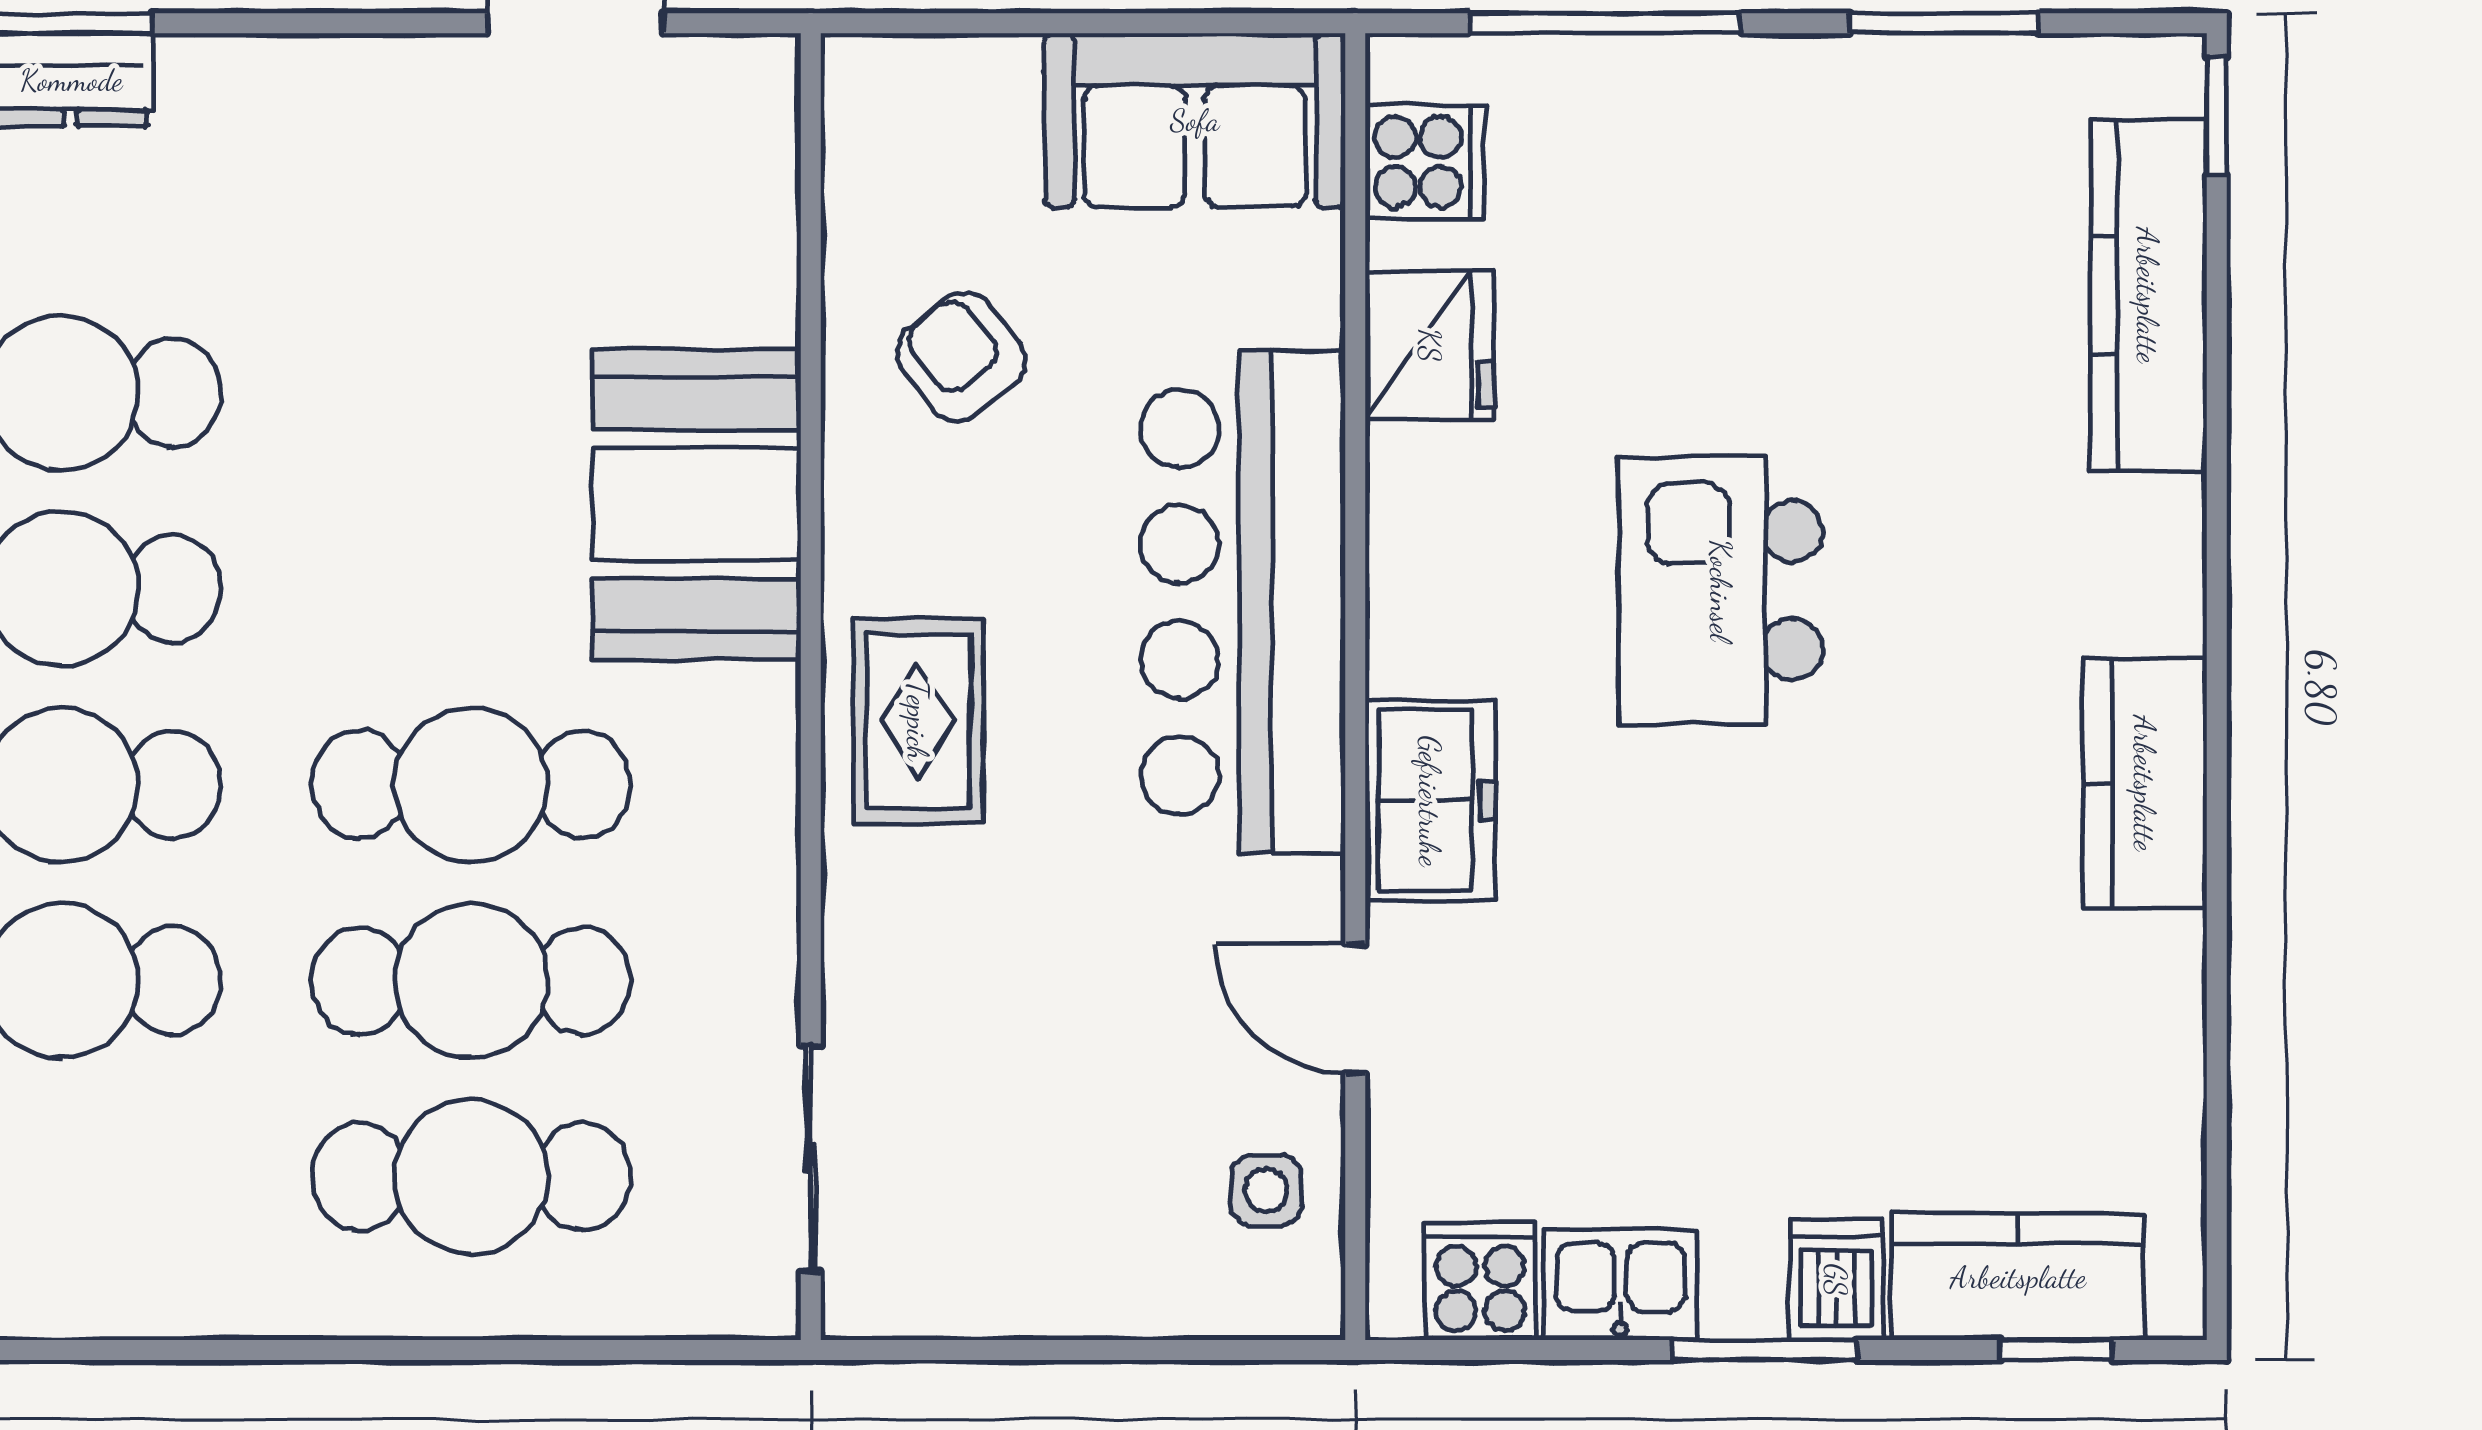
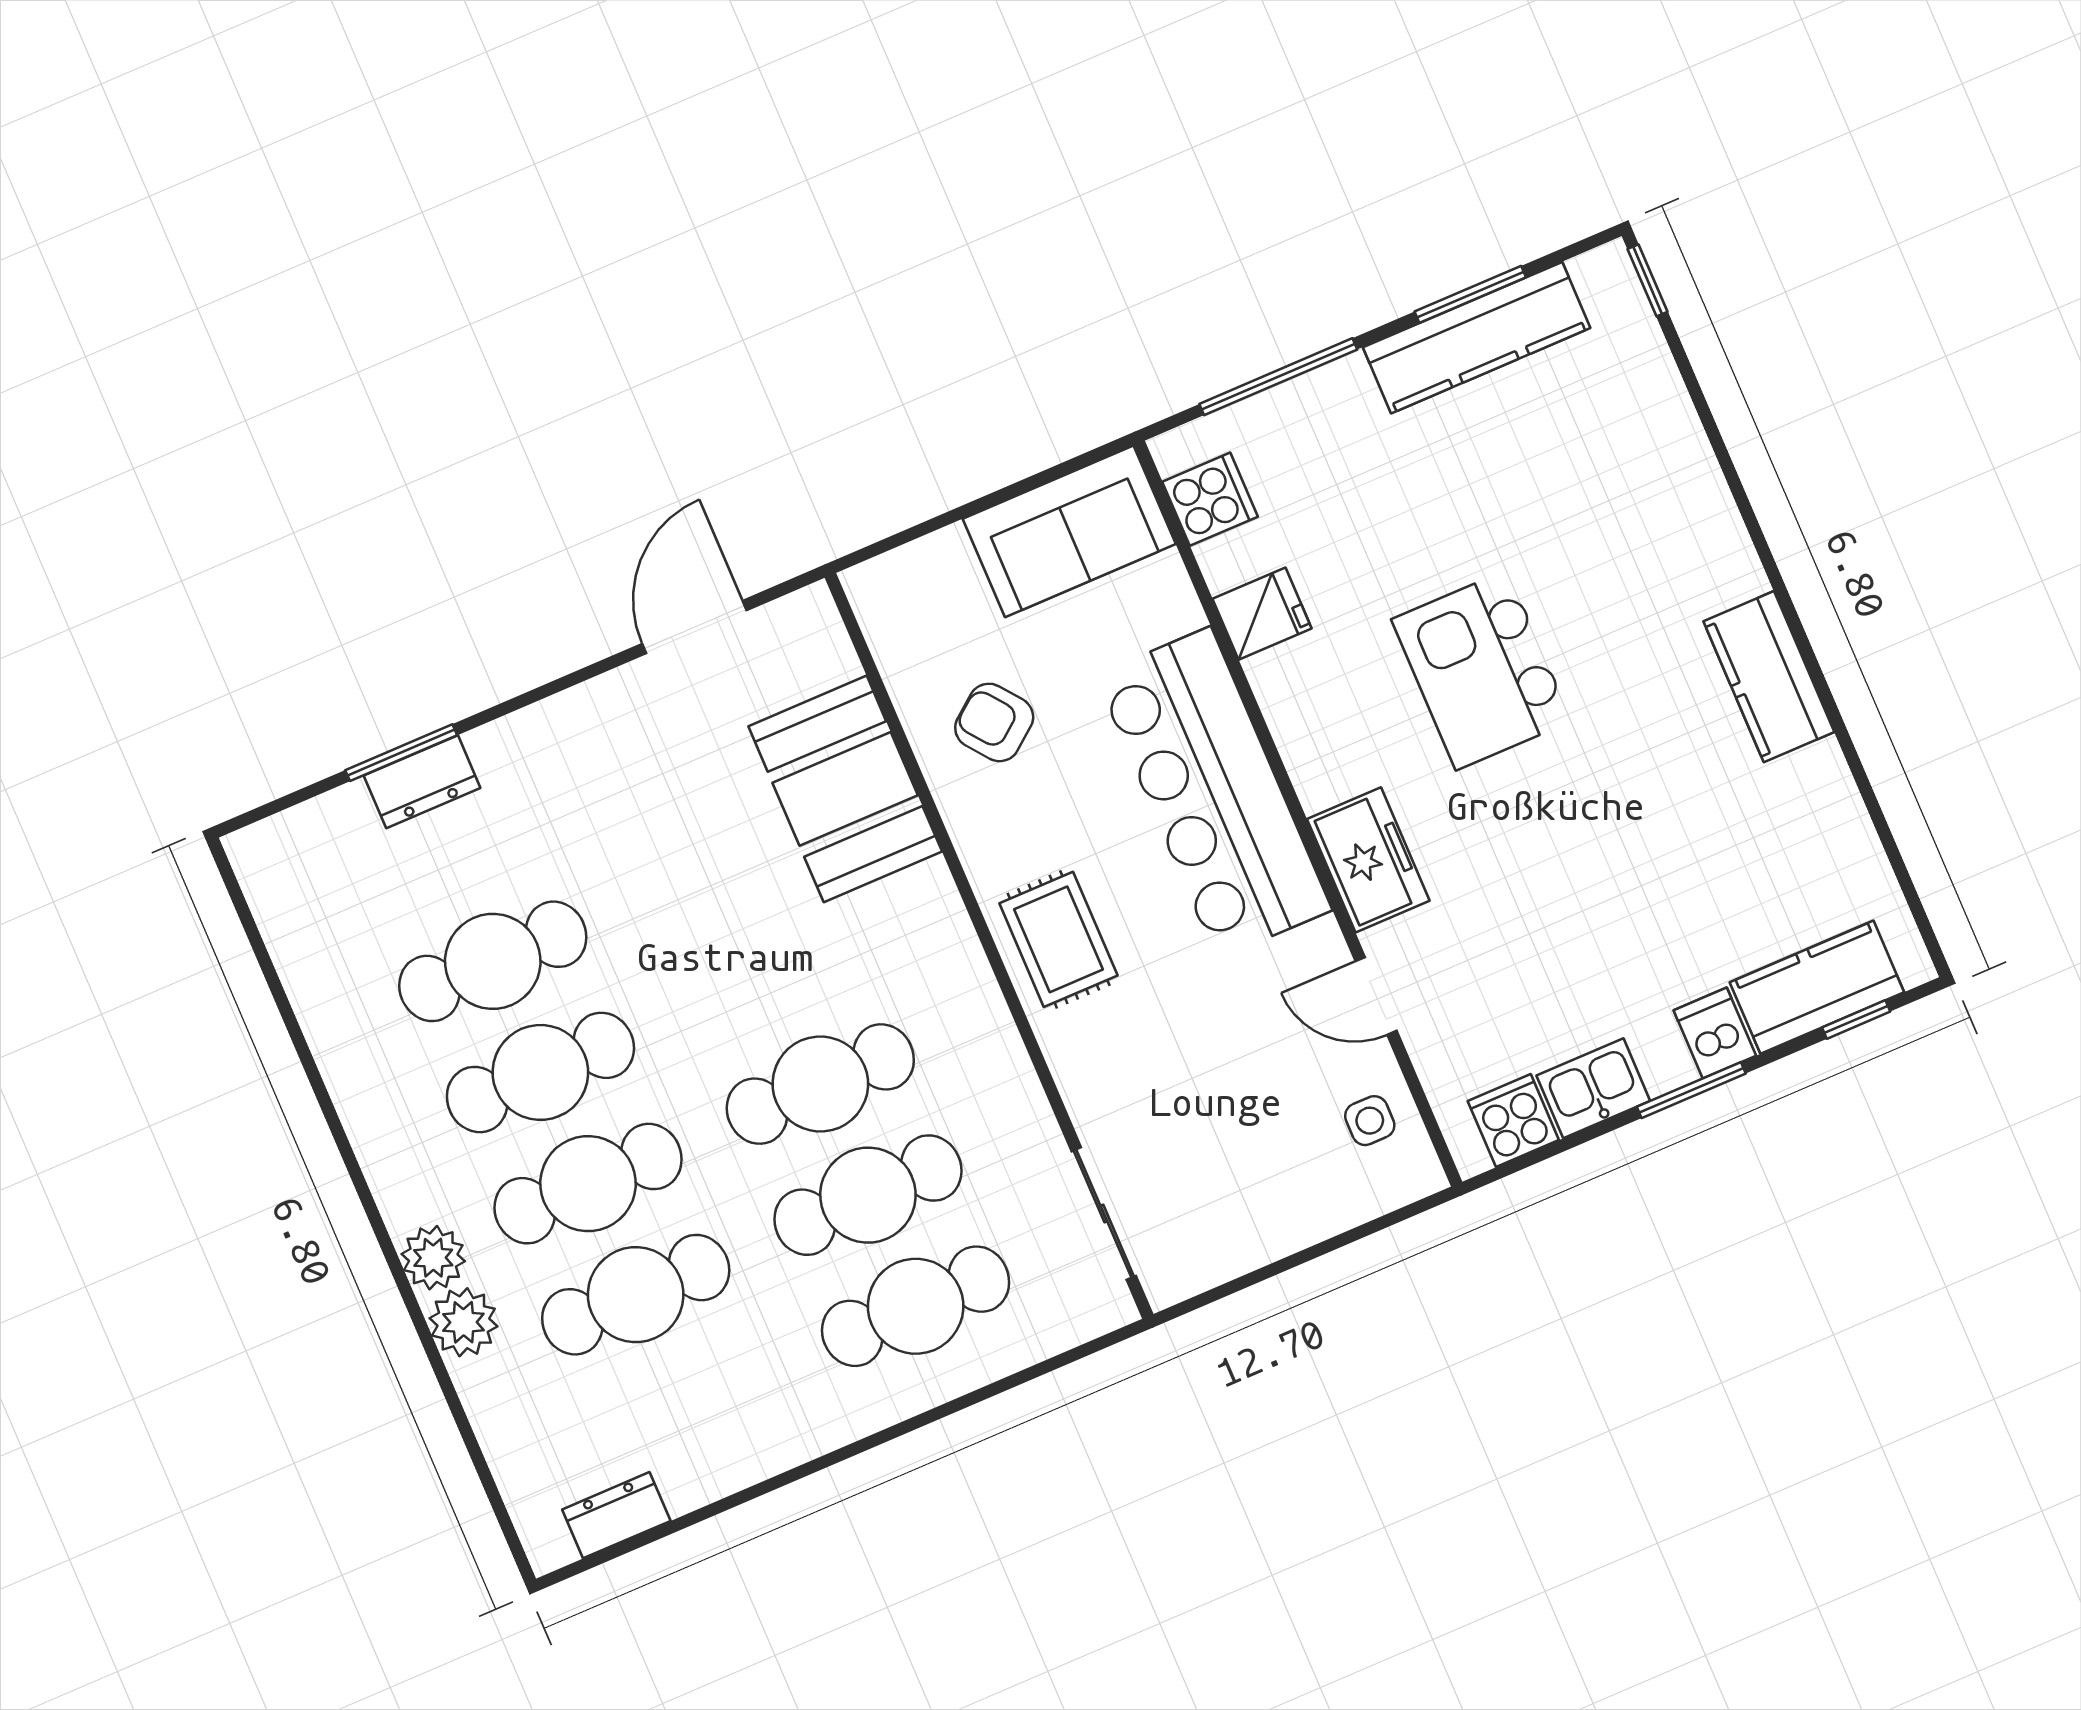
kitchen counter: (2148, 295) -> (1477, 338), moved, turned -90
fridge: (1430, 345) -> (1262, 614), width x0.72
booth: (697, 504) -> (845, 789), moved

